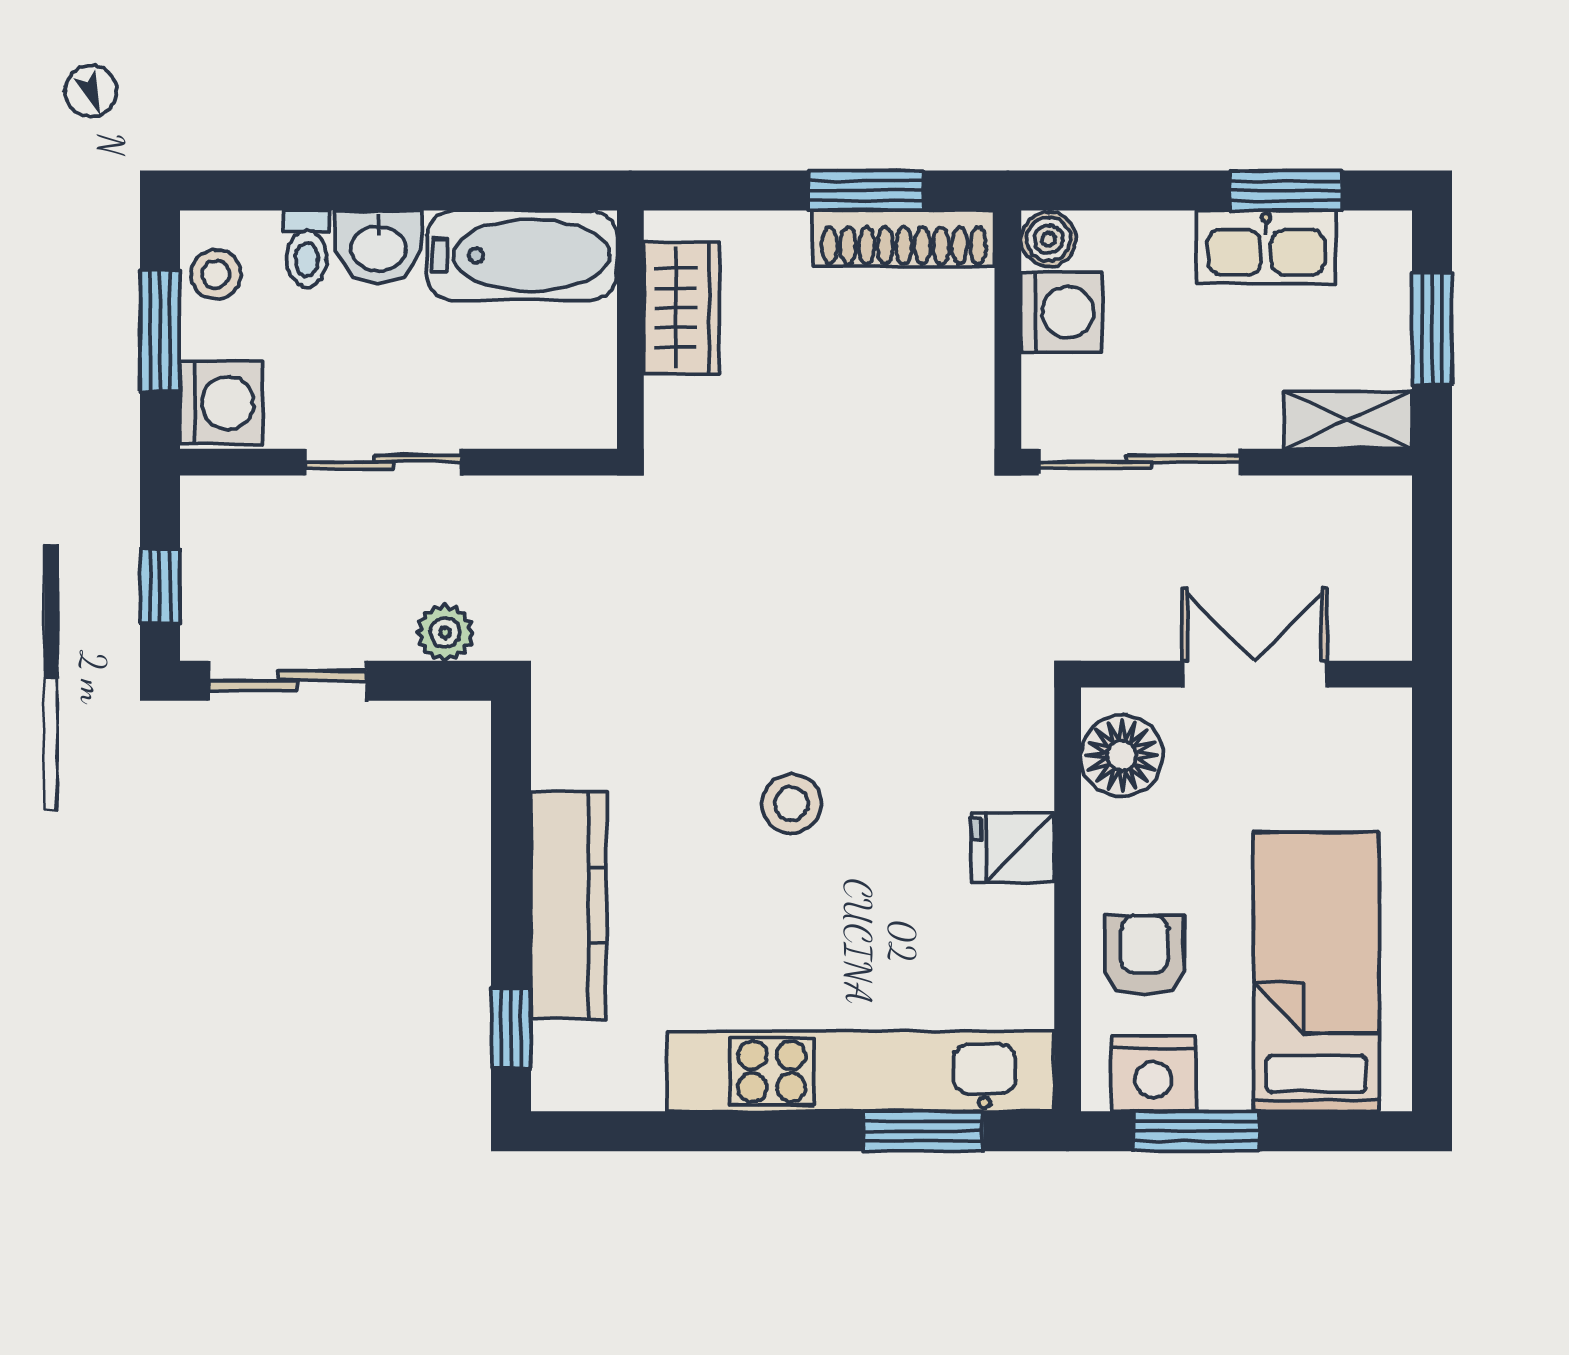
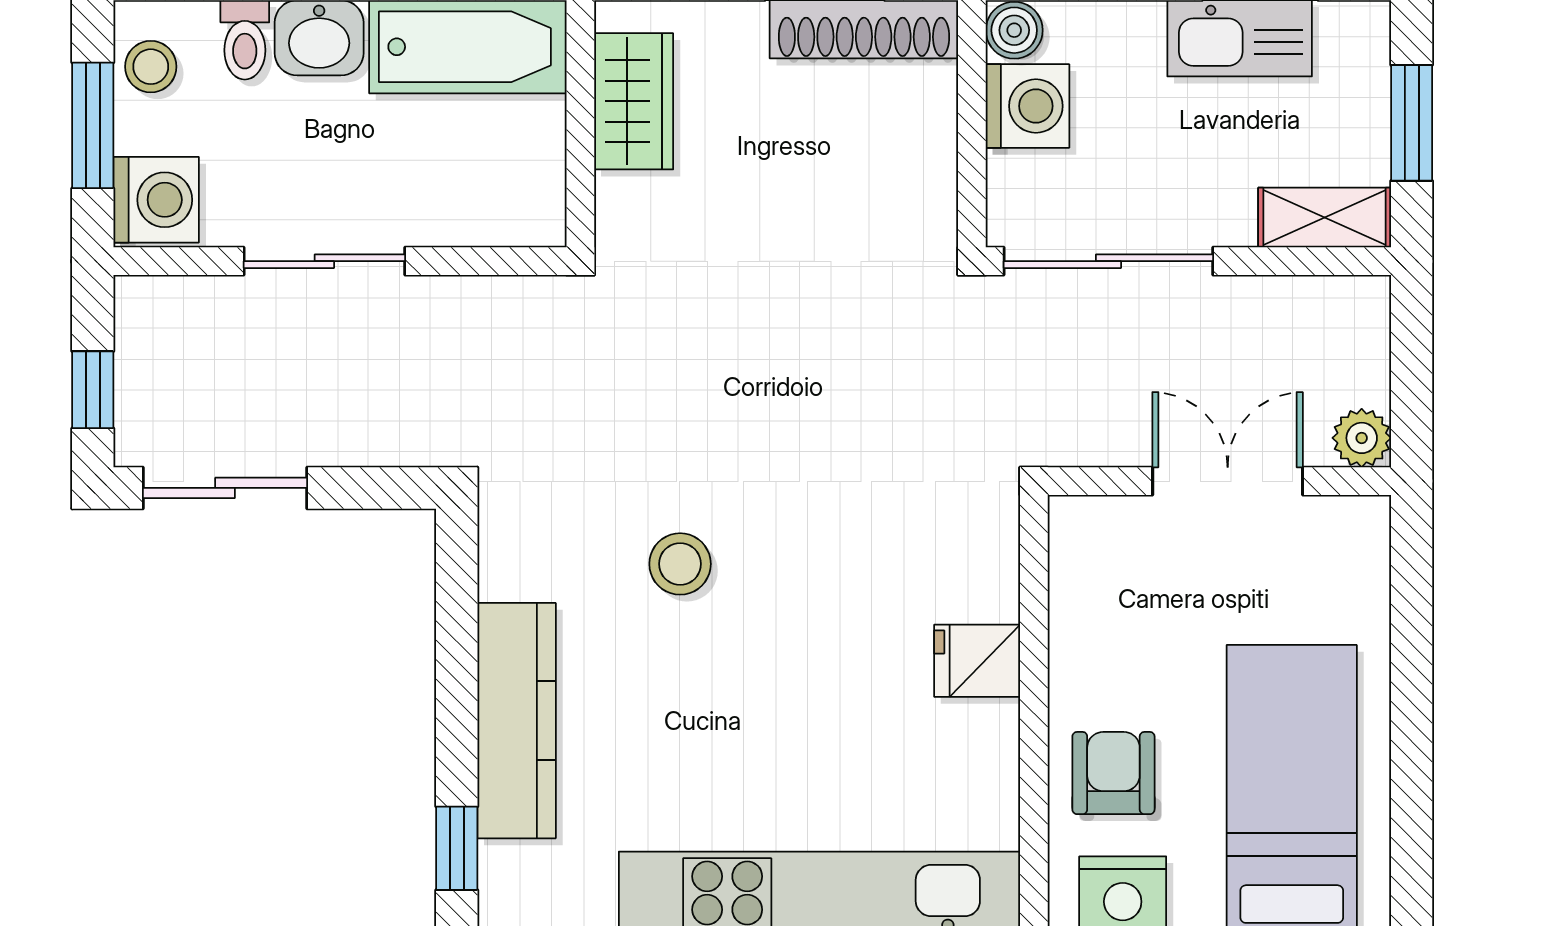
plant: (445, 633) -> (1362, 438), moved
floor lamp: (1122, 756) -> (1090, 566), removed
stool: (791, 804) -> (680, 564), moved

